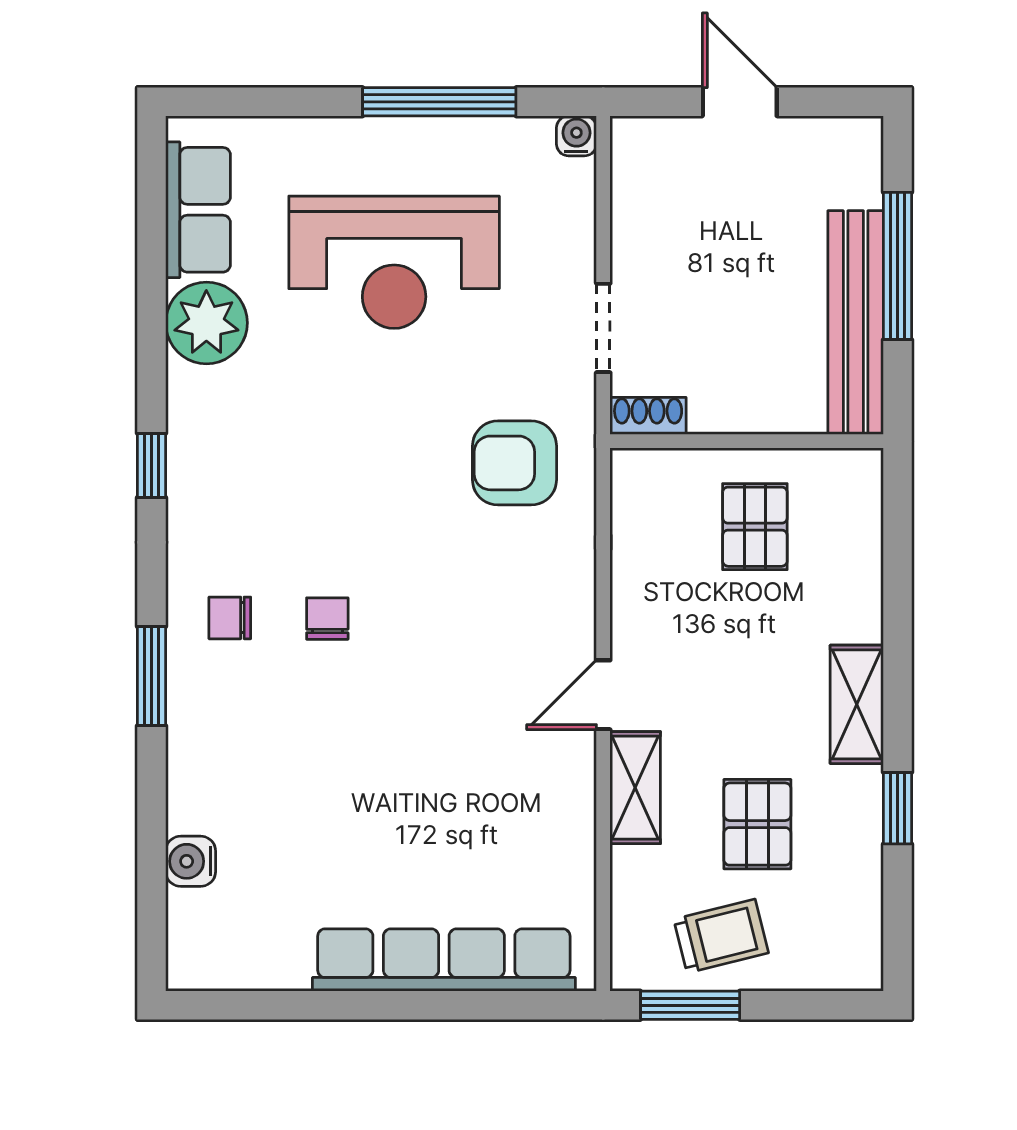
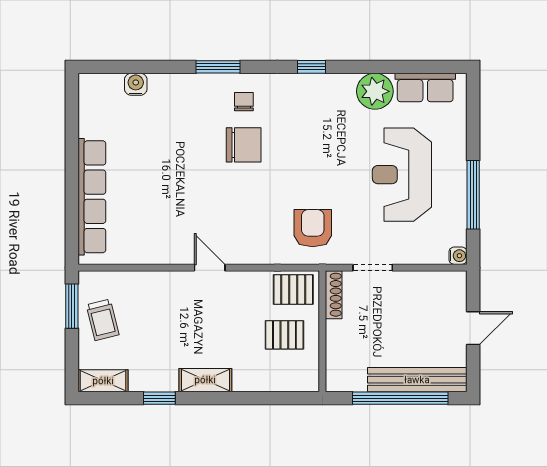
window: (897, 266) -> (400, 398), width x1.46
bench: (856, 322) -> (417, 380), moved
shoe rack: (648, 416) -> (334, 295), width x1.43
chair: (327, 619) -> (244, 145), width x1.87, depth x1.87
shelving: (635, 788) -> (103, 381), moved
pallet: (757, 824) -> (293, 290), moved

